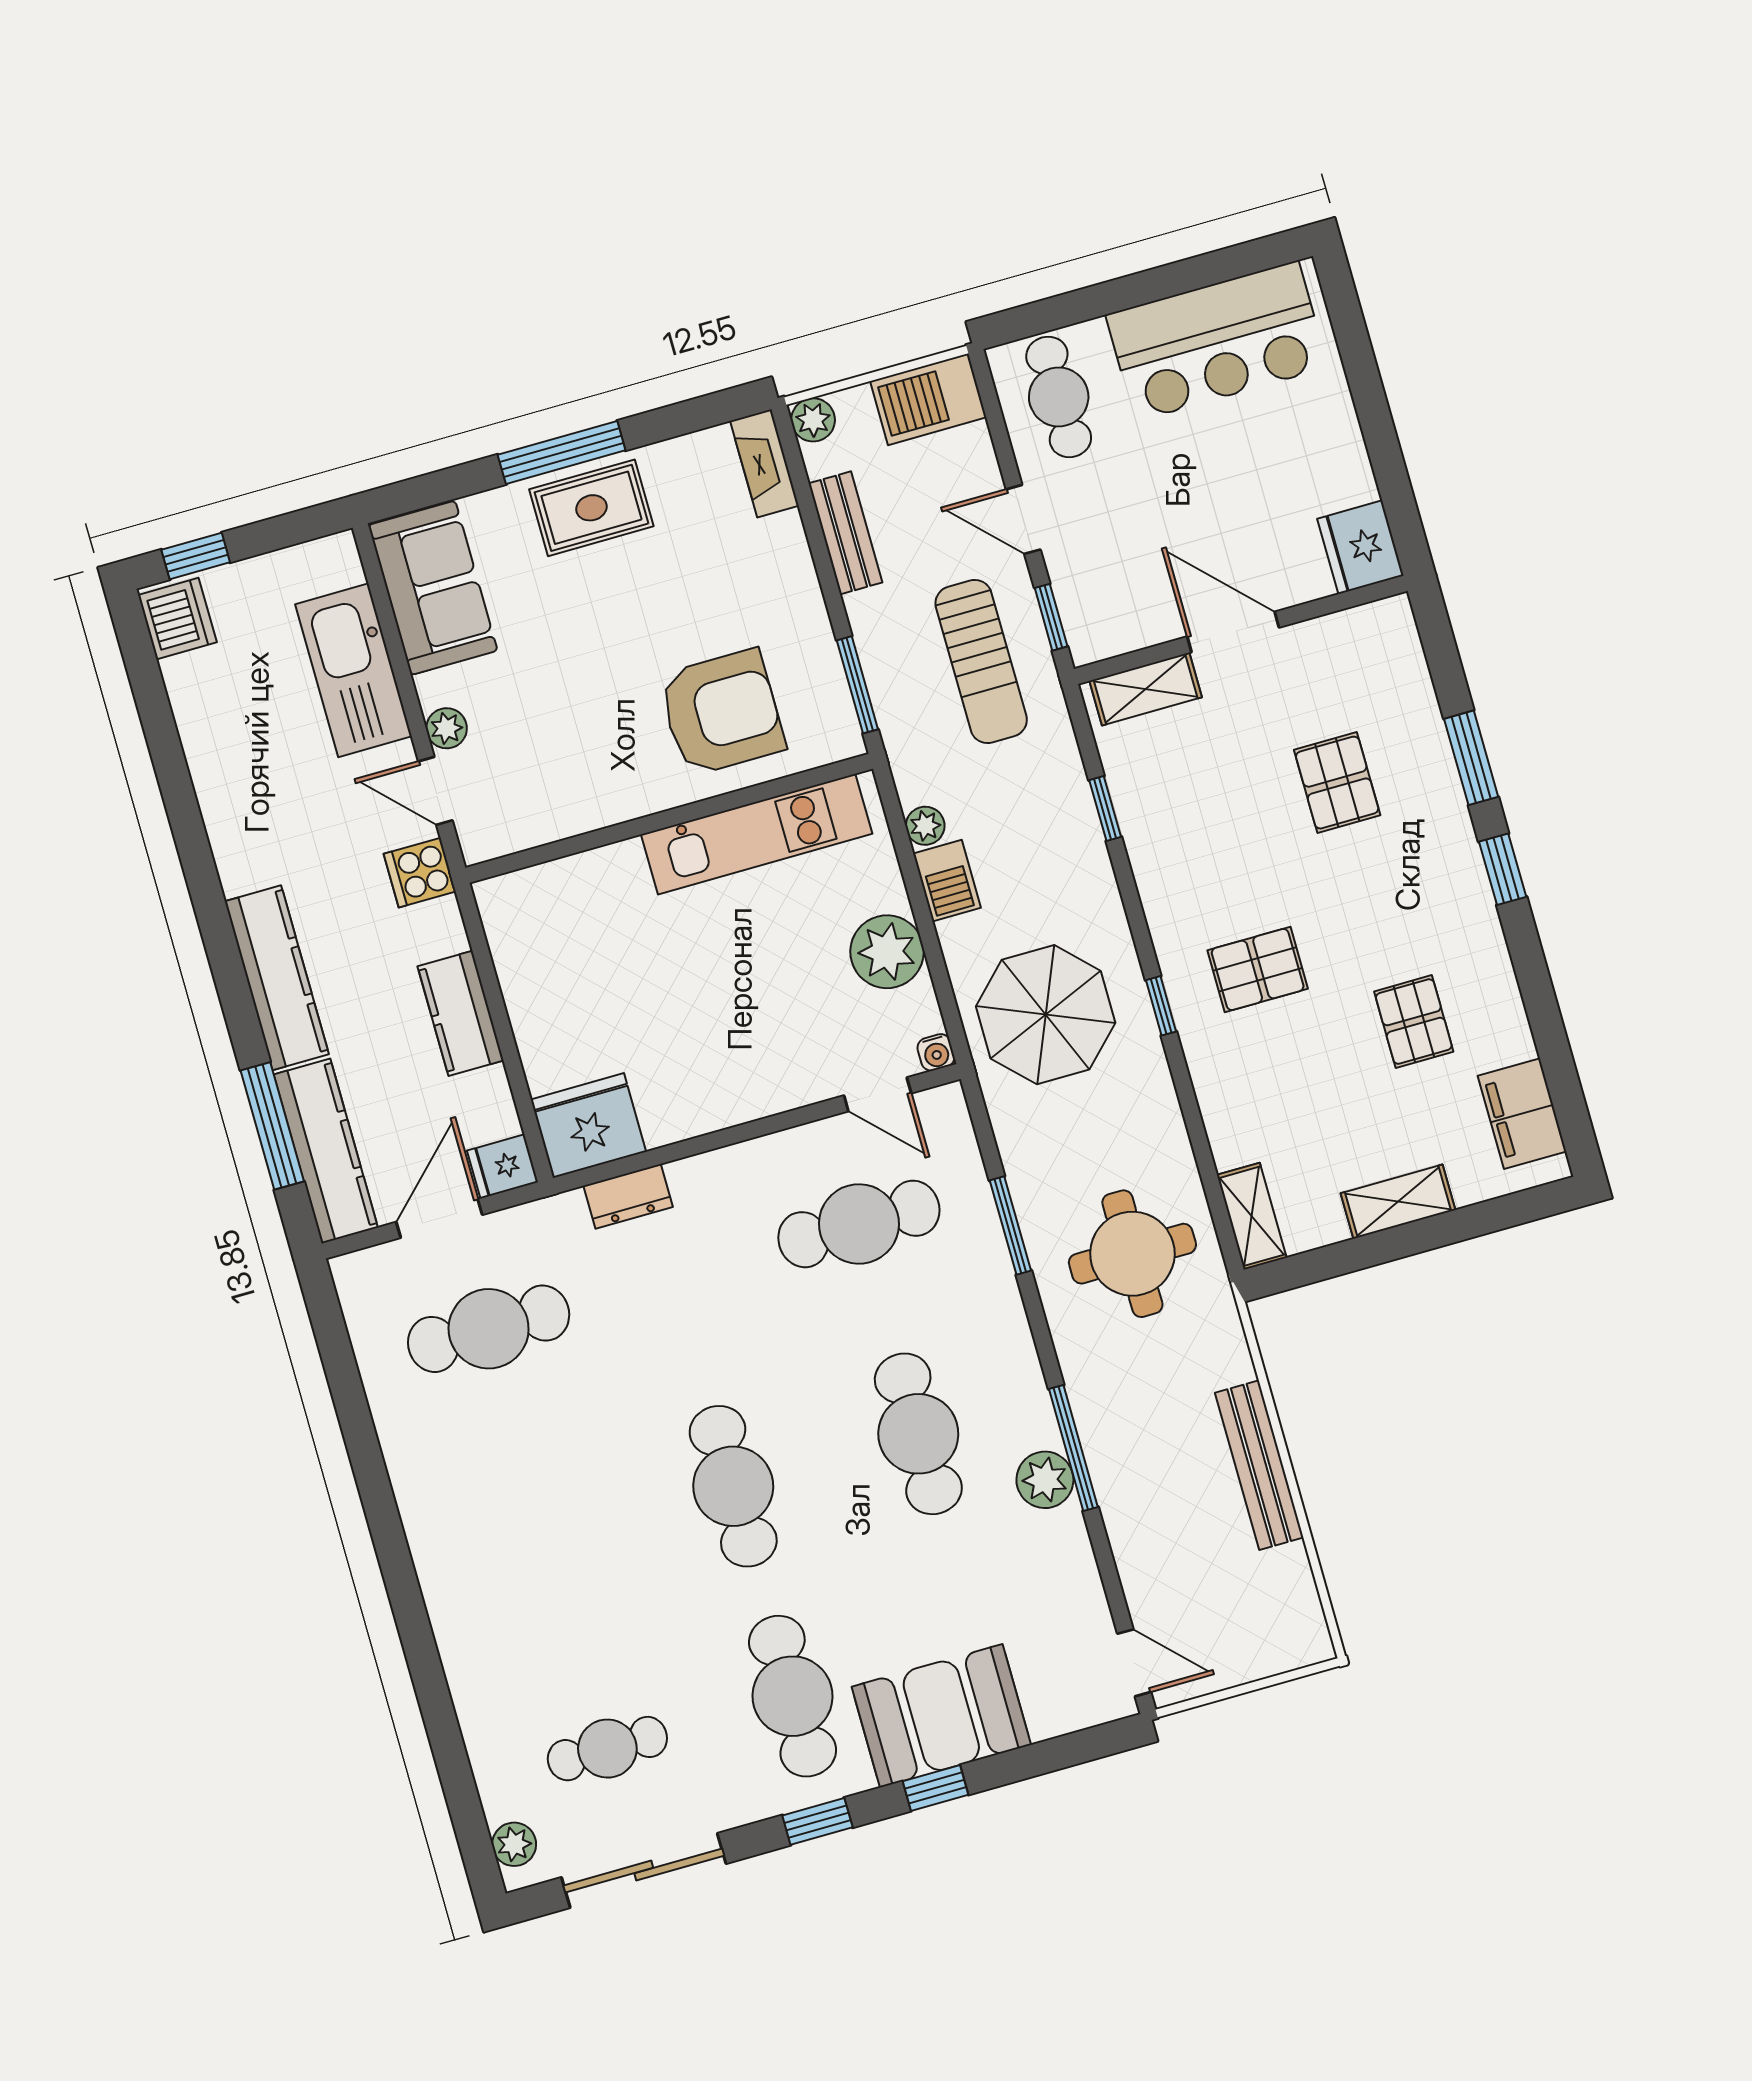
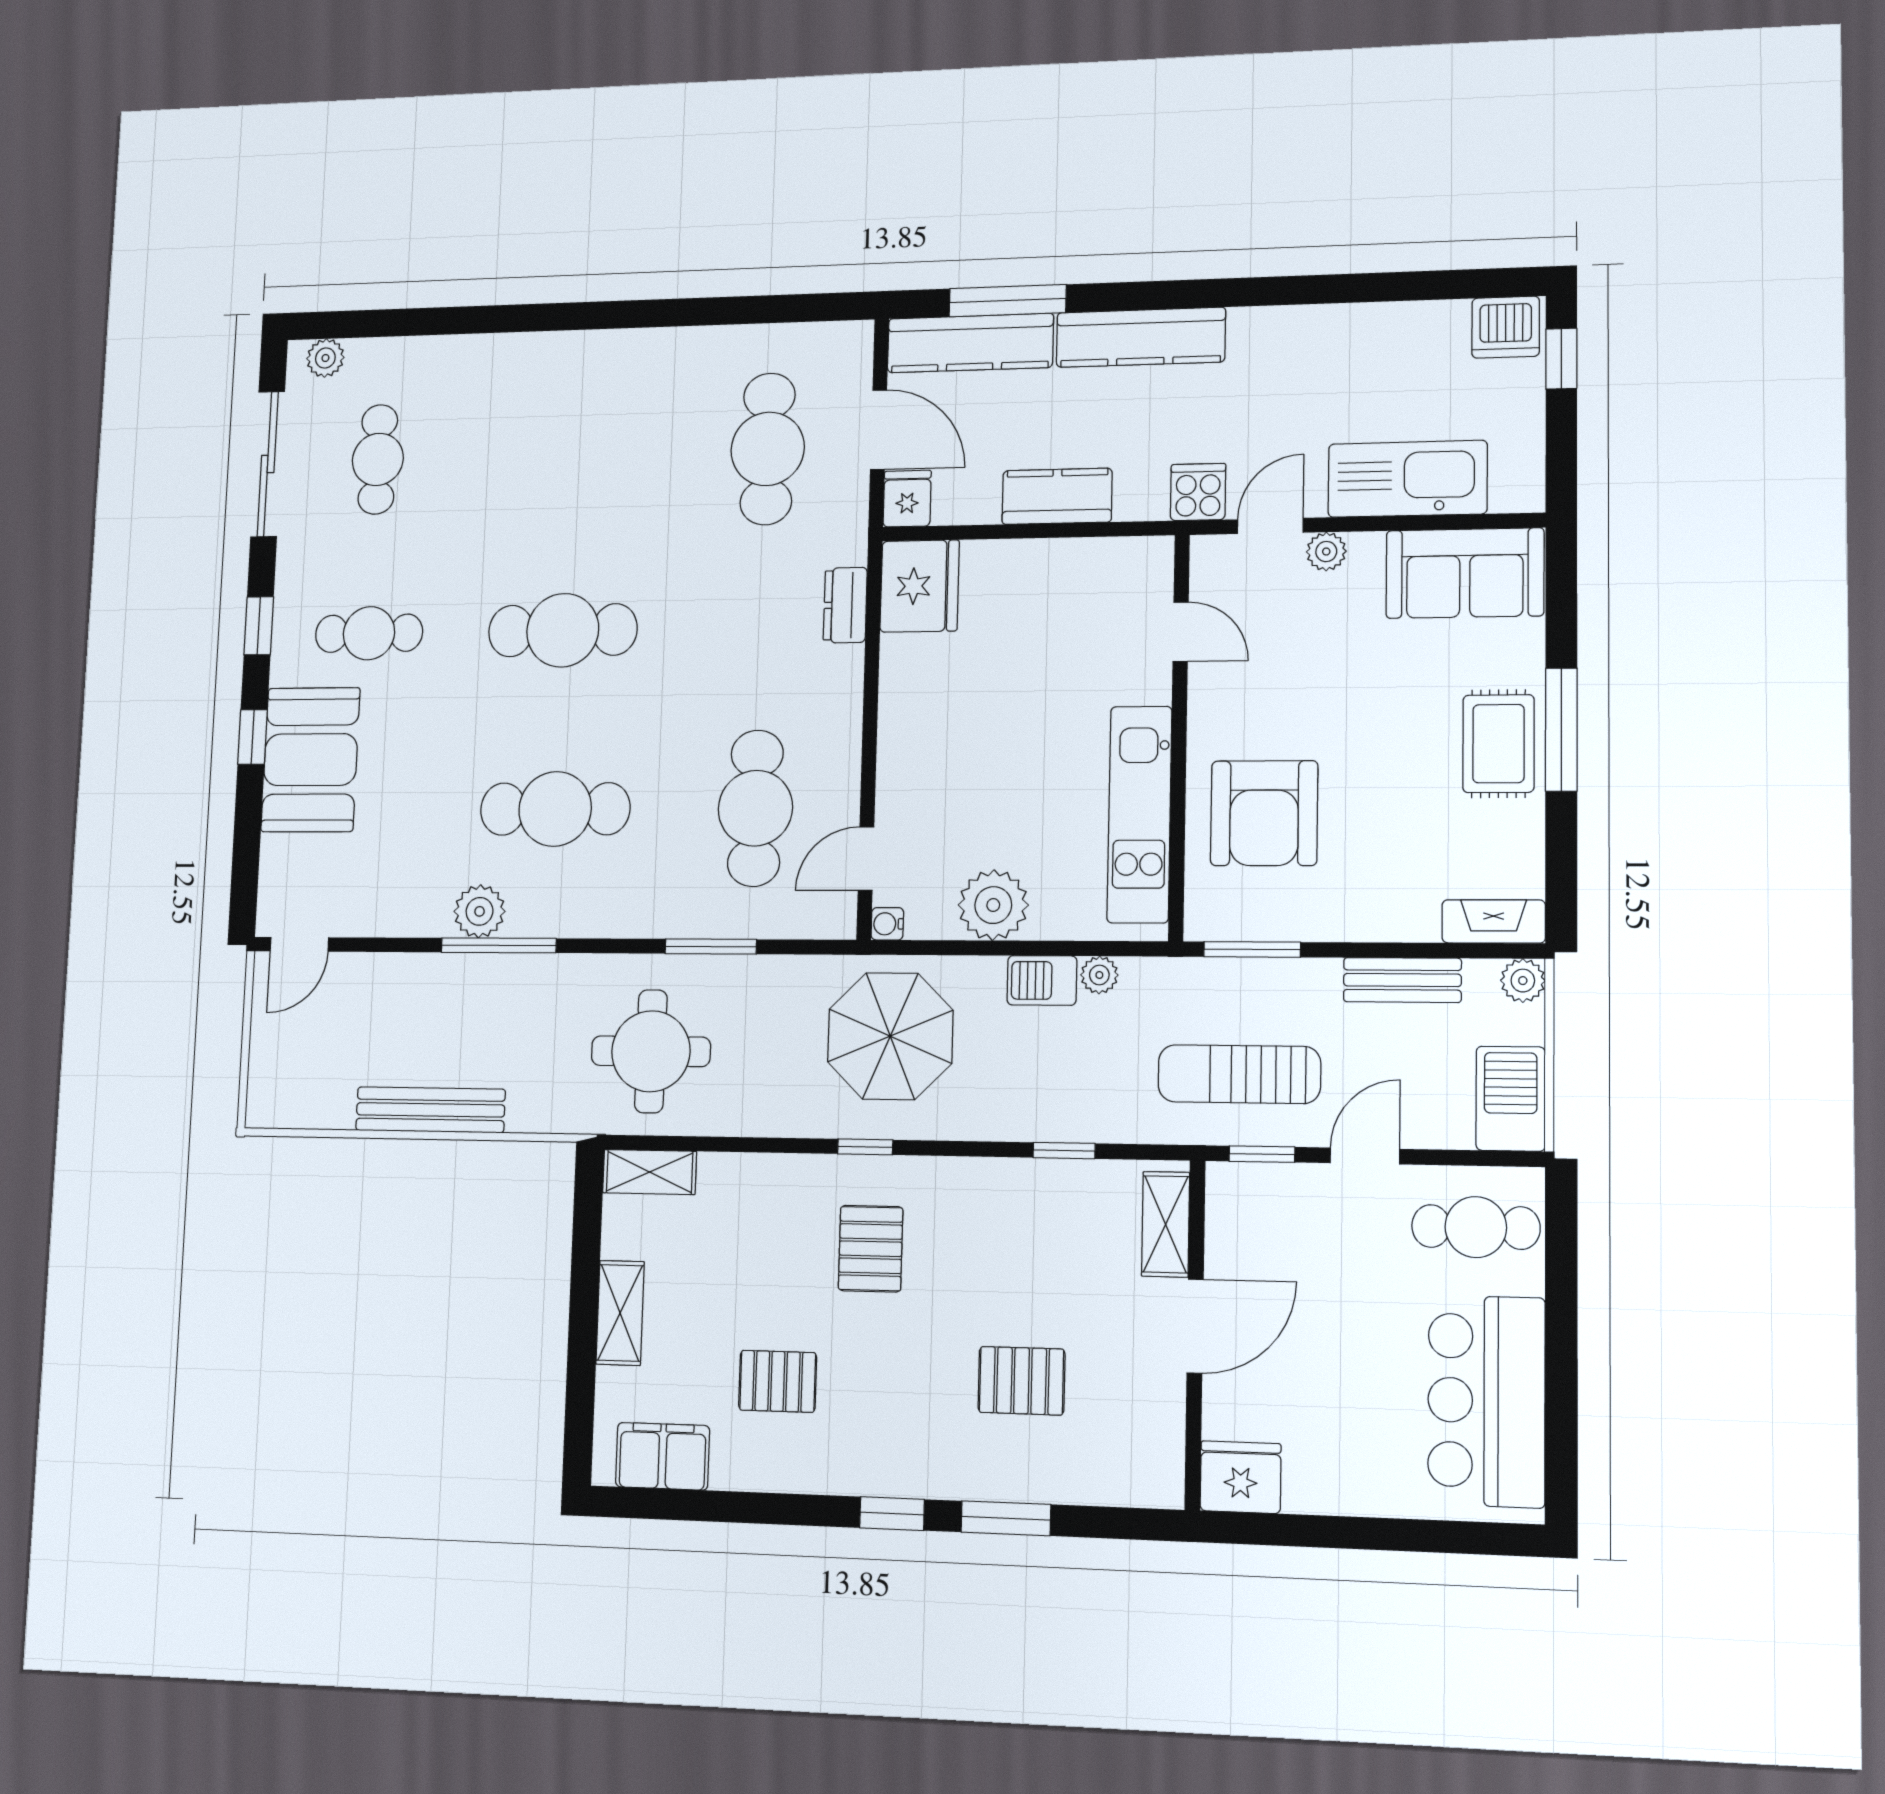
door: (565, 848) -> (1181, 632), added
cafe table: (793, 1696) -> (369, 633), width x0.73, depth x0.74

